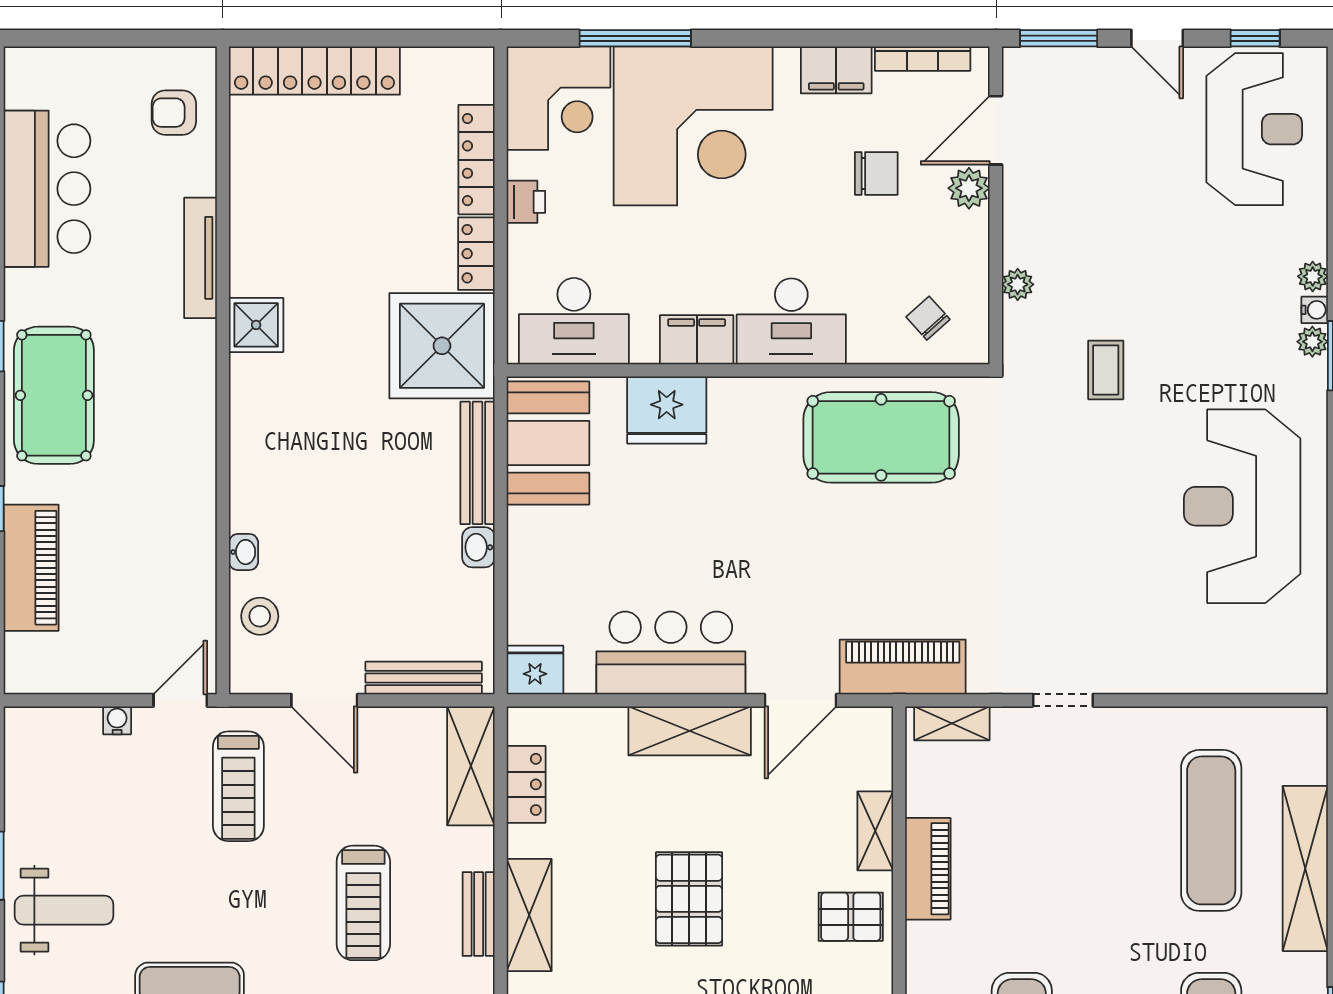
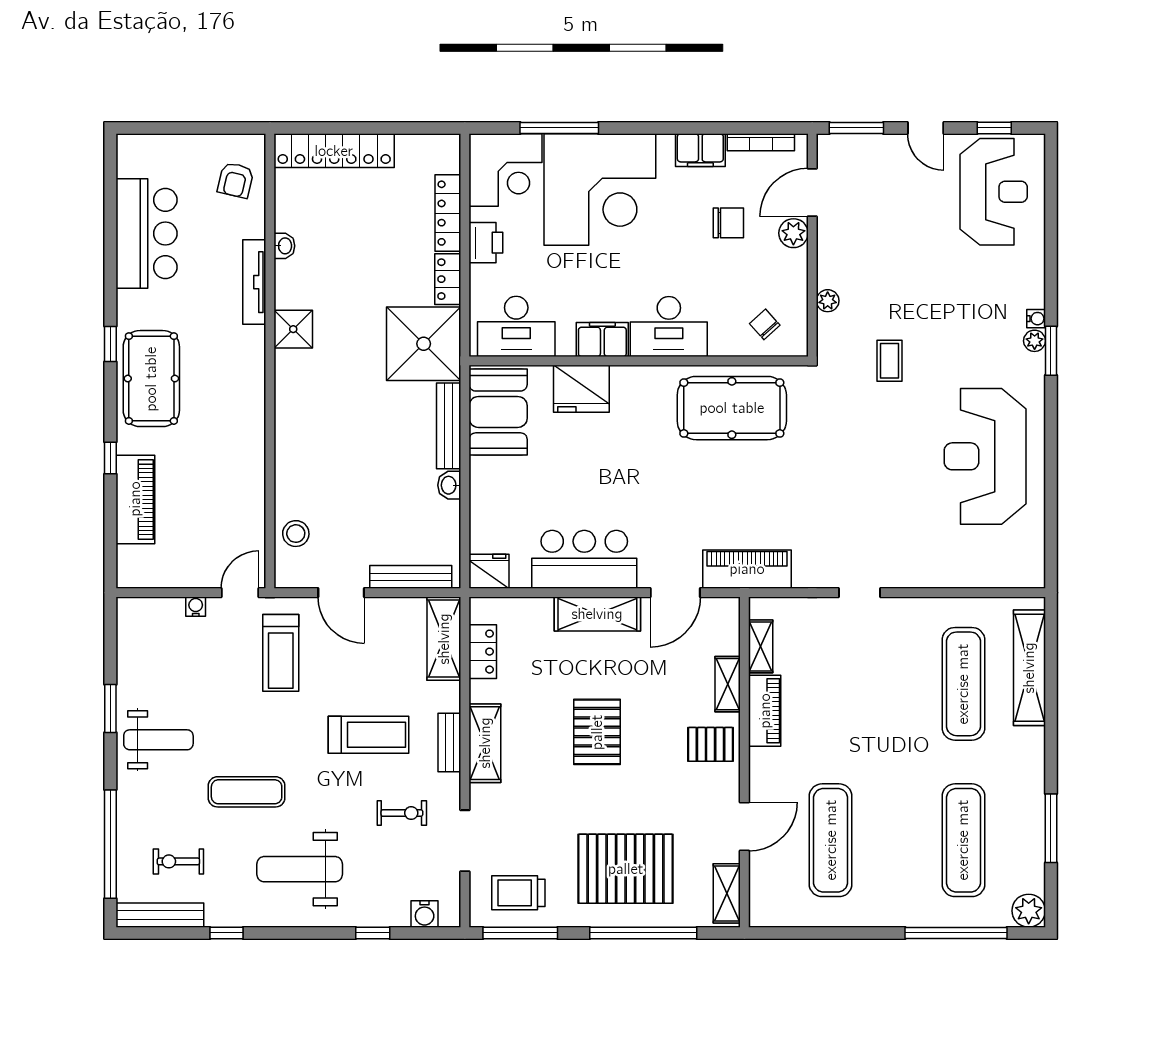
armchair: (174, 113) -> (236, 180), turned -77
printer: (526, 202) -> (486, 243), width x1.36, depth x1.24
plant: (1313, 276) -> (1035, 295), removed
washbasin: (244, 552) -> (284, 246), moved
shelving: (952, 723) -> (761, 646), moved, turned 90
shelving: (1305, 868) -> (1029, 668), moved
treadmill: (363, 903) -> (368, 735), turned -90

